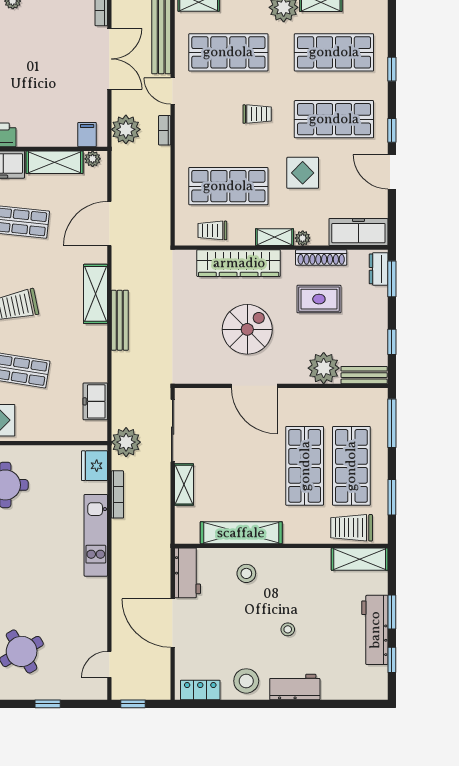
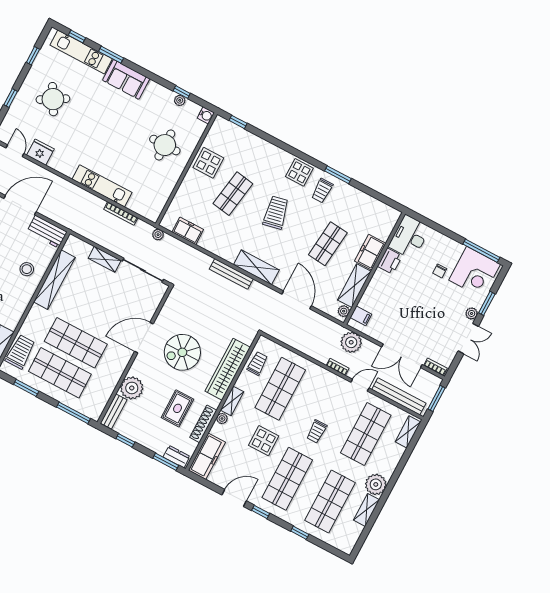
spiral stairs: (247, 329) -> (182, 352), turned 90
plant: (126, 442) -> (158, 235), width x0.53, depth x0.53
fridge: (94, 466) -> (40, 152), moved

